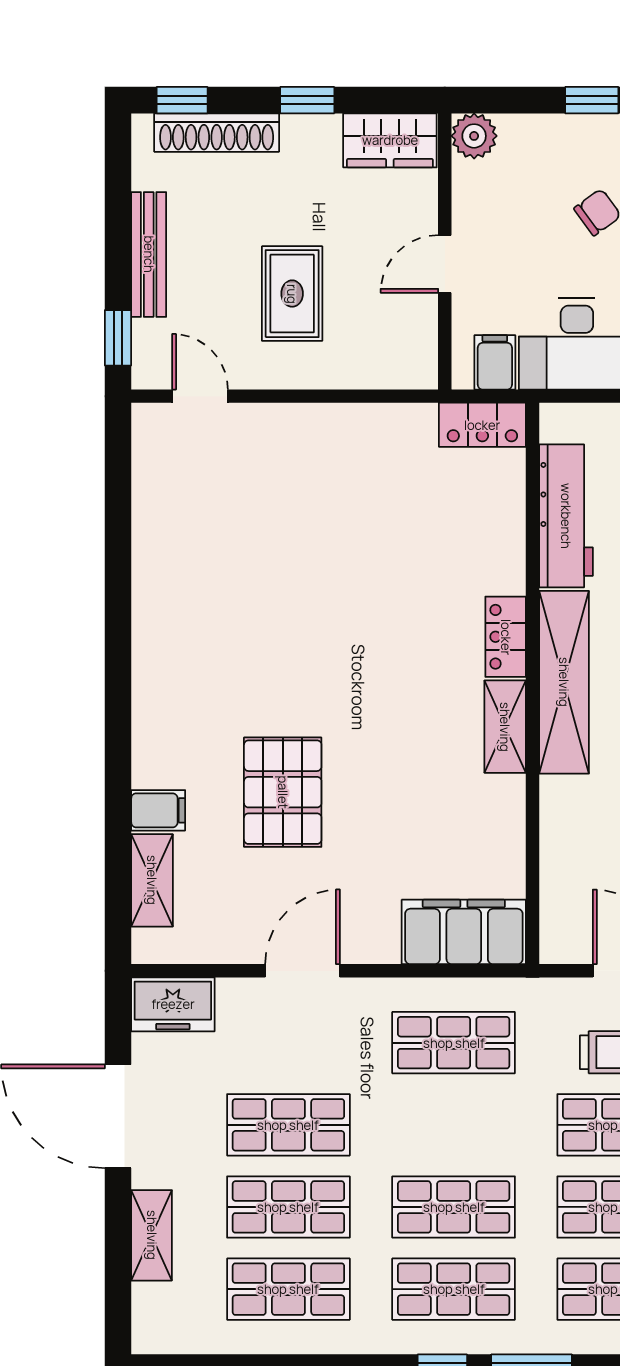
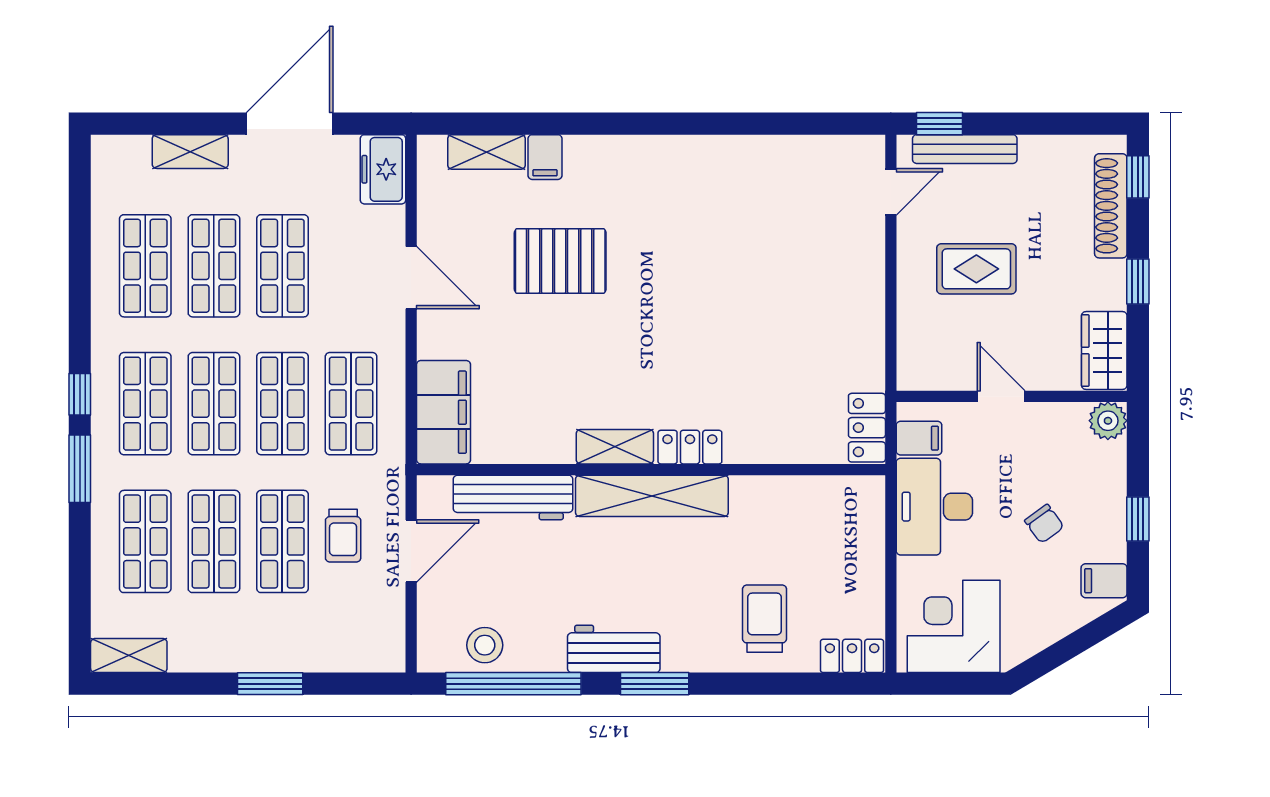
bench: (149, 254) -> (965, 149), moved
workbench: (566, 516) -> (513, 497), moved
shop shelf: (454, 1125) -> (282, 404), added

